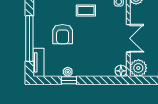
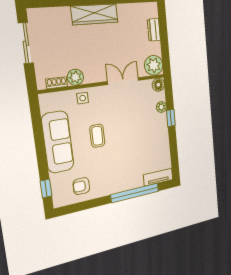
armchair: (63, 34) -> (126, 157), removed
plant: (68, 72) -> (161, 107), moved
window: (69, 80) -> (171, 118), moved

